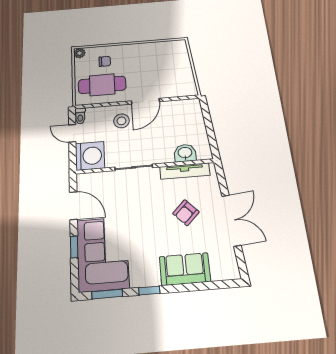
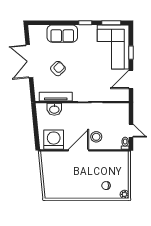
cafe table: (102, 85) -> (109, 166), removed
washing machine: (90, 156) -> (54, 140), moved, turned 90
door: (73, 206) -> (131, 79), hinge flipped

